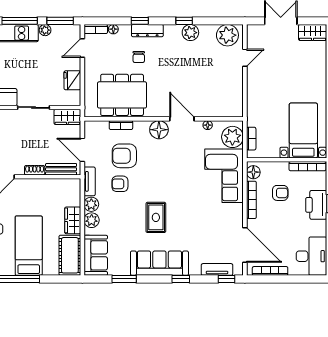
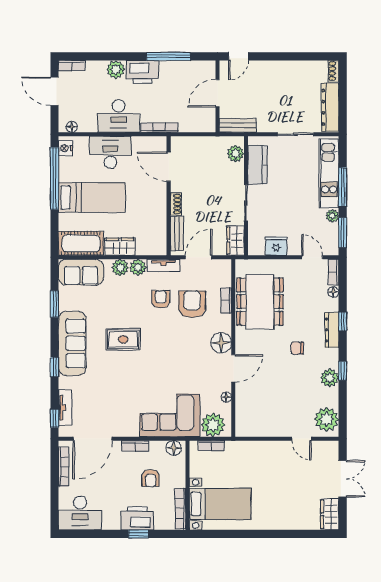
chair: (139, 57) -> (297, 348), moved
bookcase: (251, 200) -> (135, 446), width x0.64

